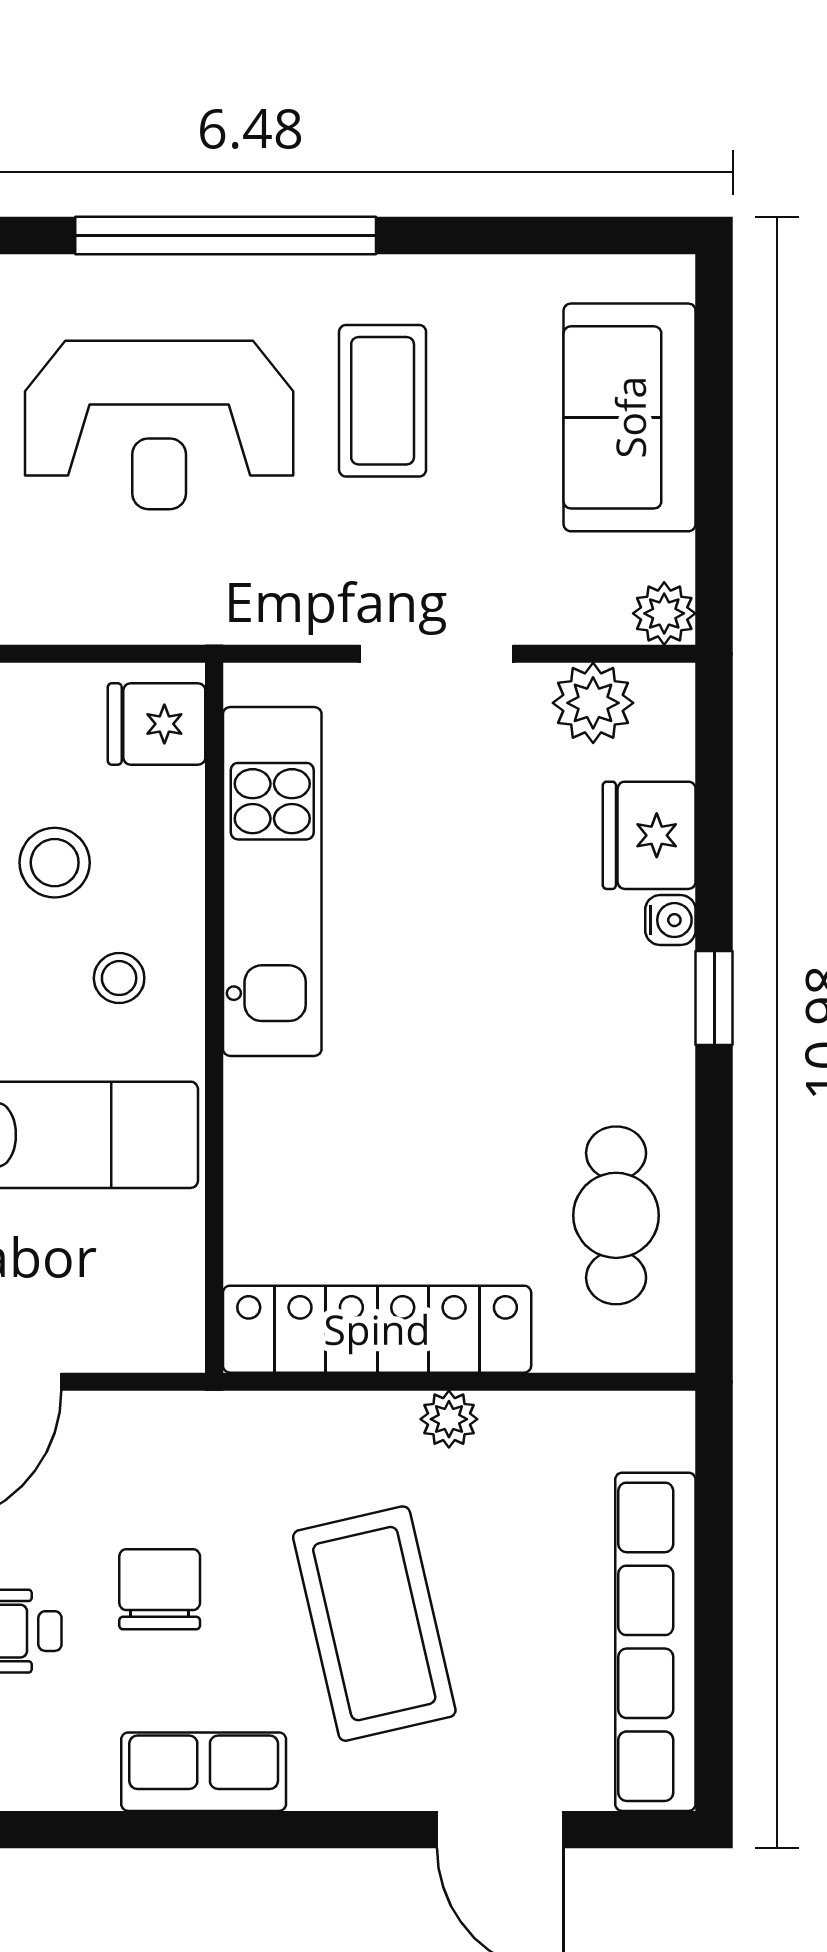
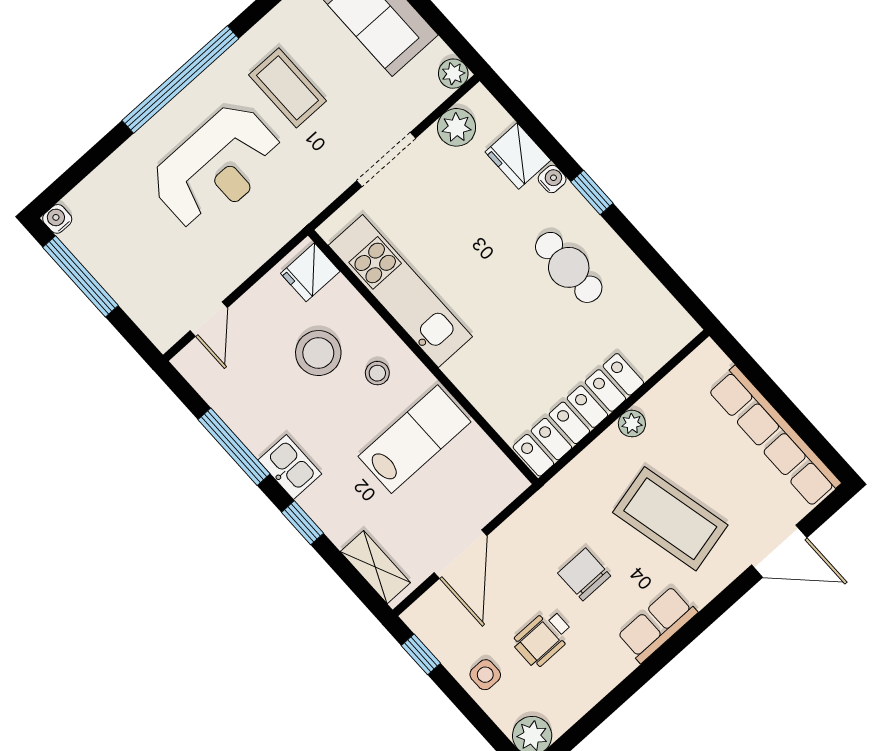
stool: (55, 863) -> (318, 353), width x1.38, depth x1.38
cafe table: (616, 1215) -> (569, 267), moved

